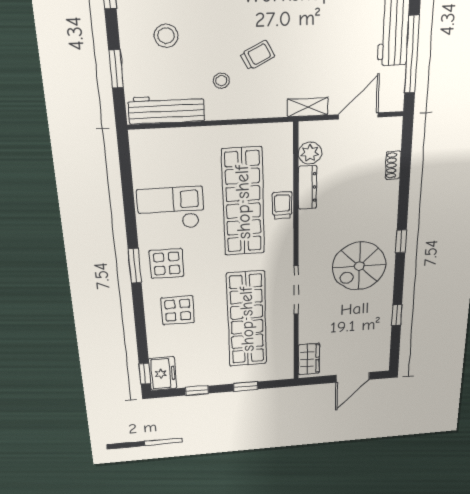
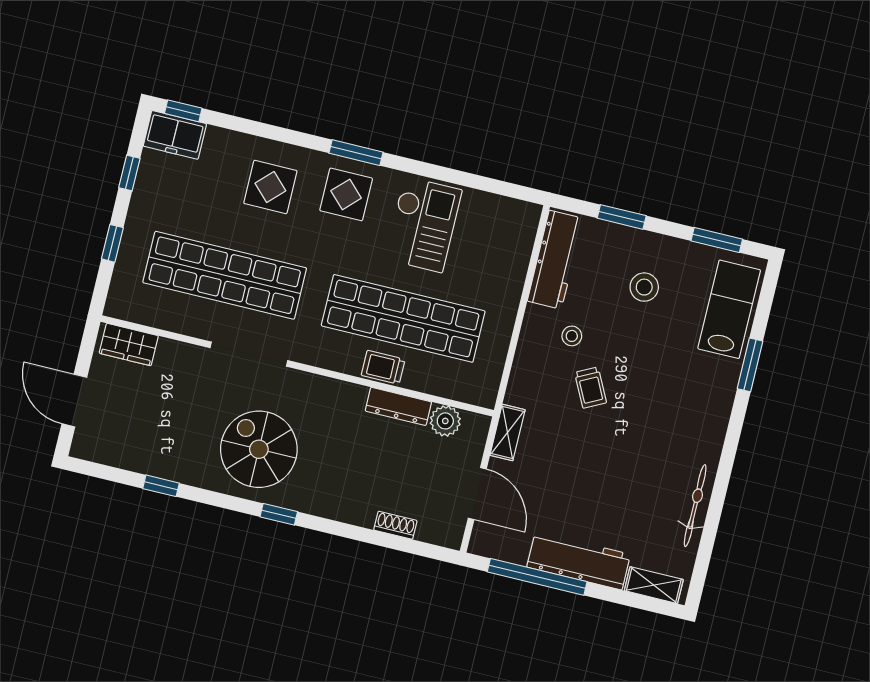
trolley: (282, 205) -> (383, 367), turned 180

